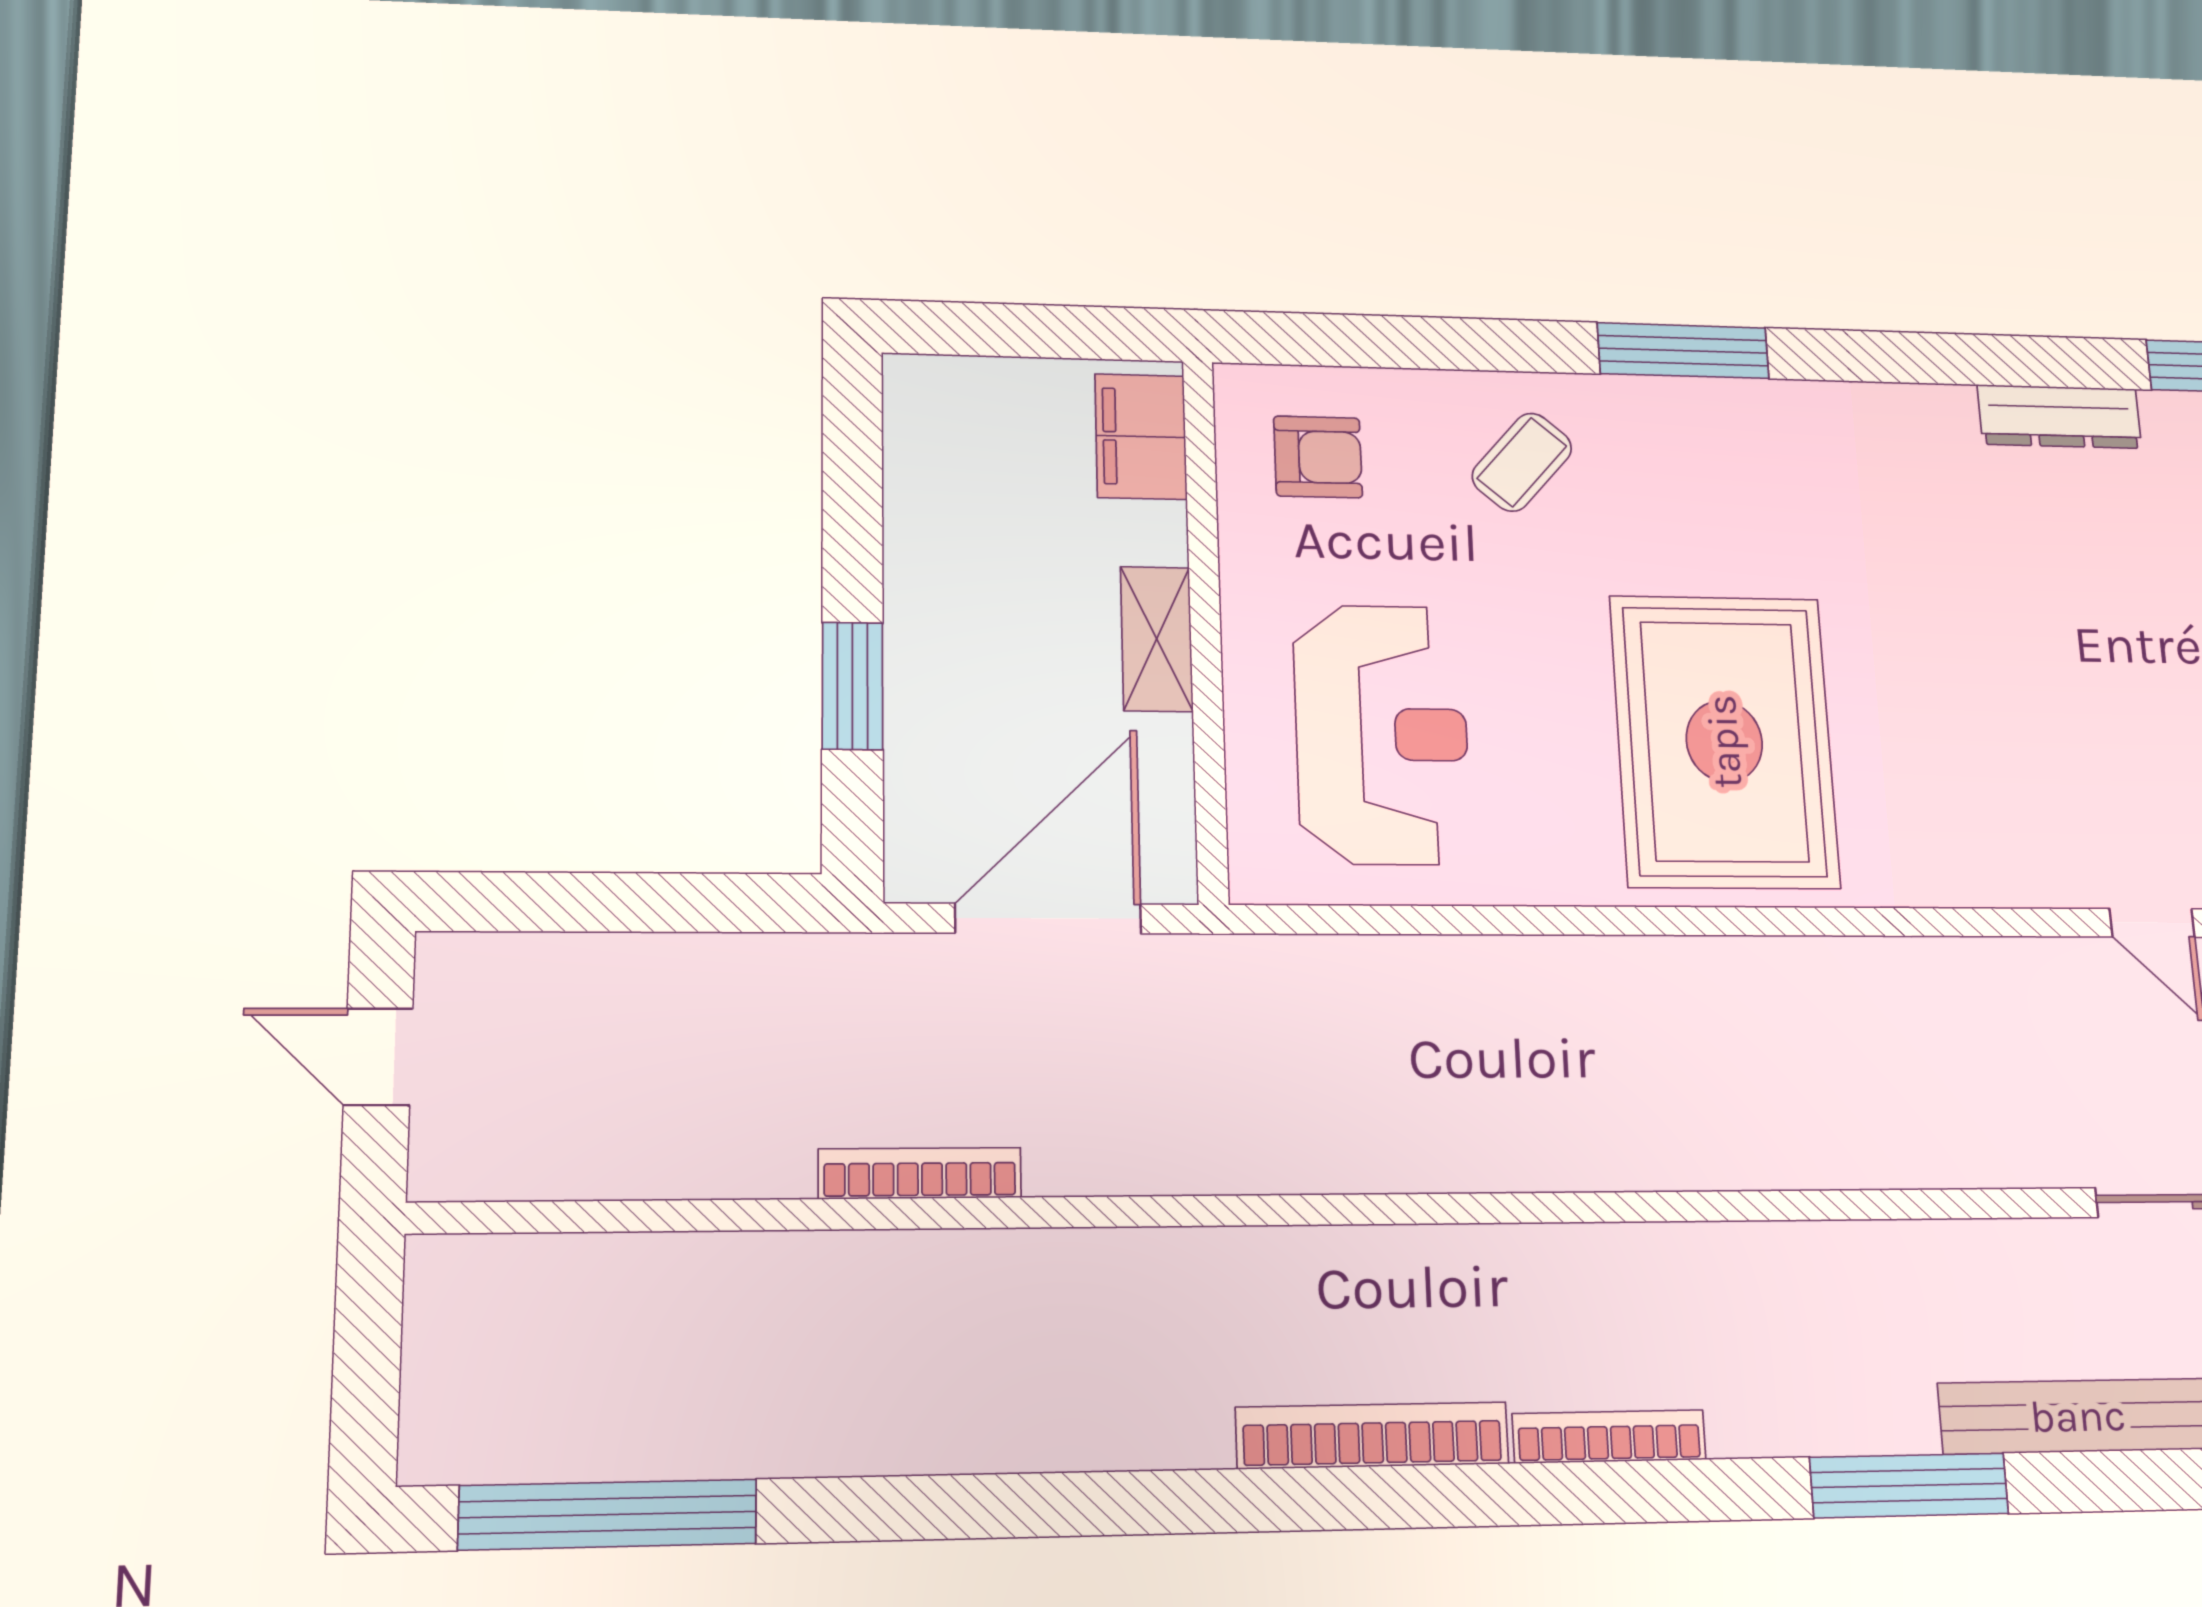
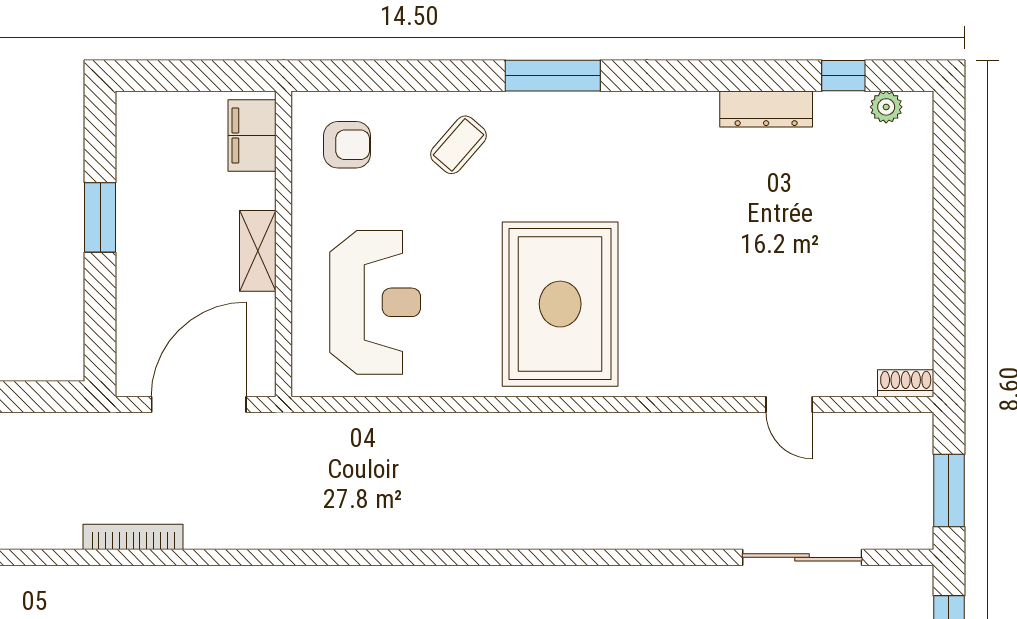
window: (852, 686) -> (100, 217), moved

